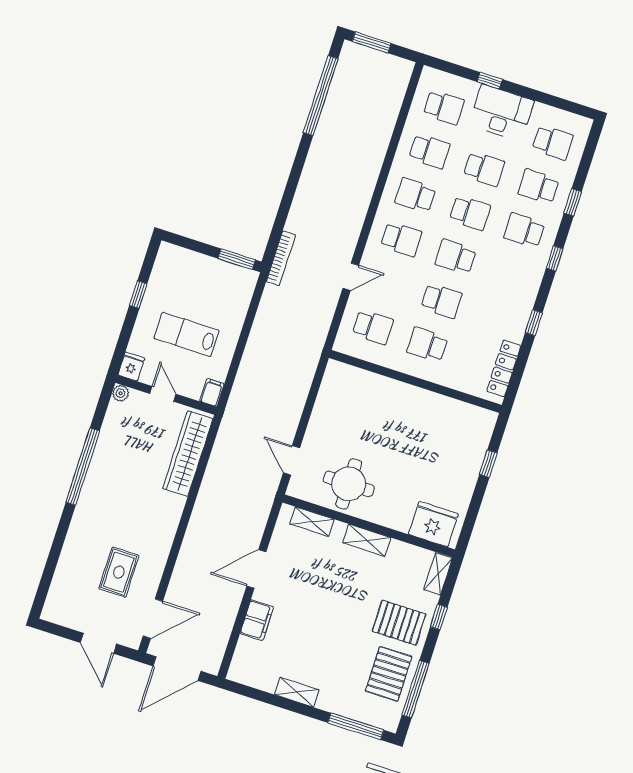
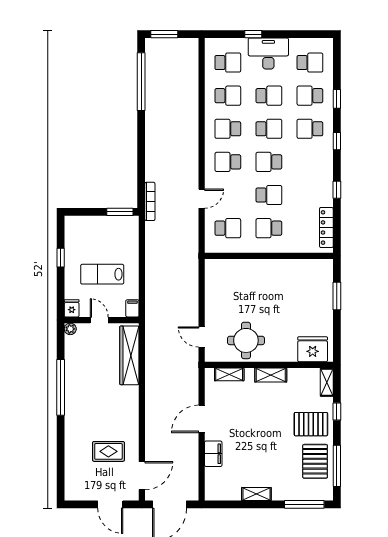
school desk: (401, 239) -> (228, 162), turned 180
window: (488, 464) -> (337, 296), width x1.50
rug: (119, 572) -> (108, 451), turned 90

